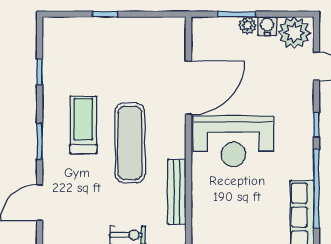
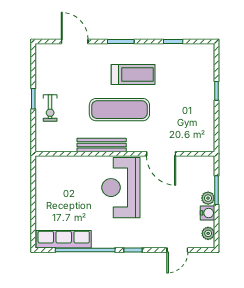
plant: (294, 33) -> (208, 233), width x0.53, depth x0.53
door: (188, 88) -> (161, 154), width x0.73
bench: (177, 192) -> (102, 145), moved

